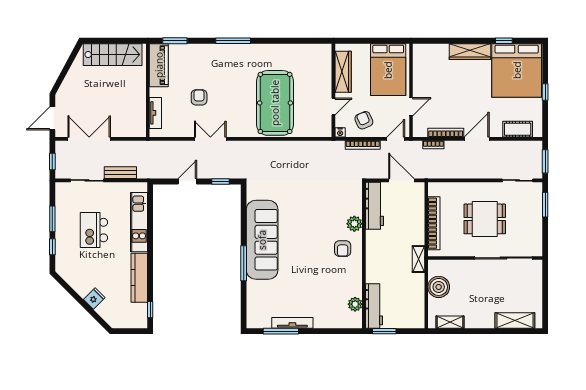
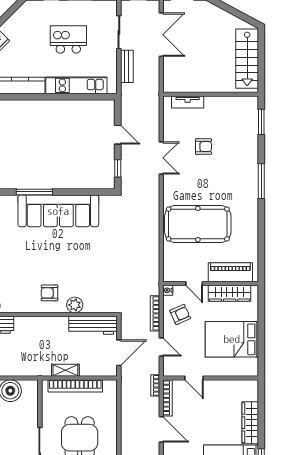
piano: (159, 65) -> (230, 272), moved, turned 180
wall: (411, 90) -> (211, 378), moved
door: (411, 107) -> (194, 378), moved
shelving: (419, 259) -> (65, 370), moved

